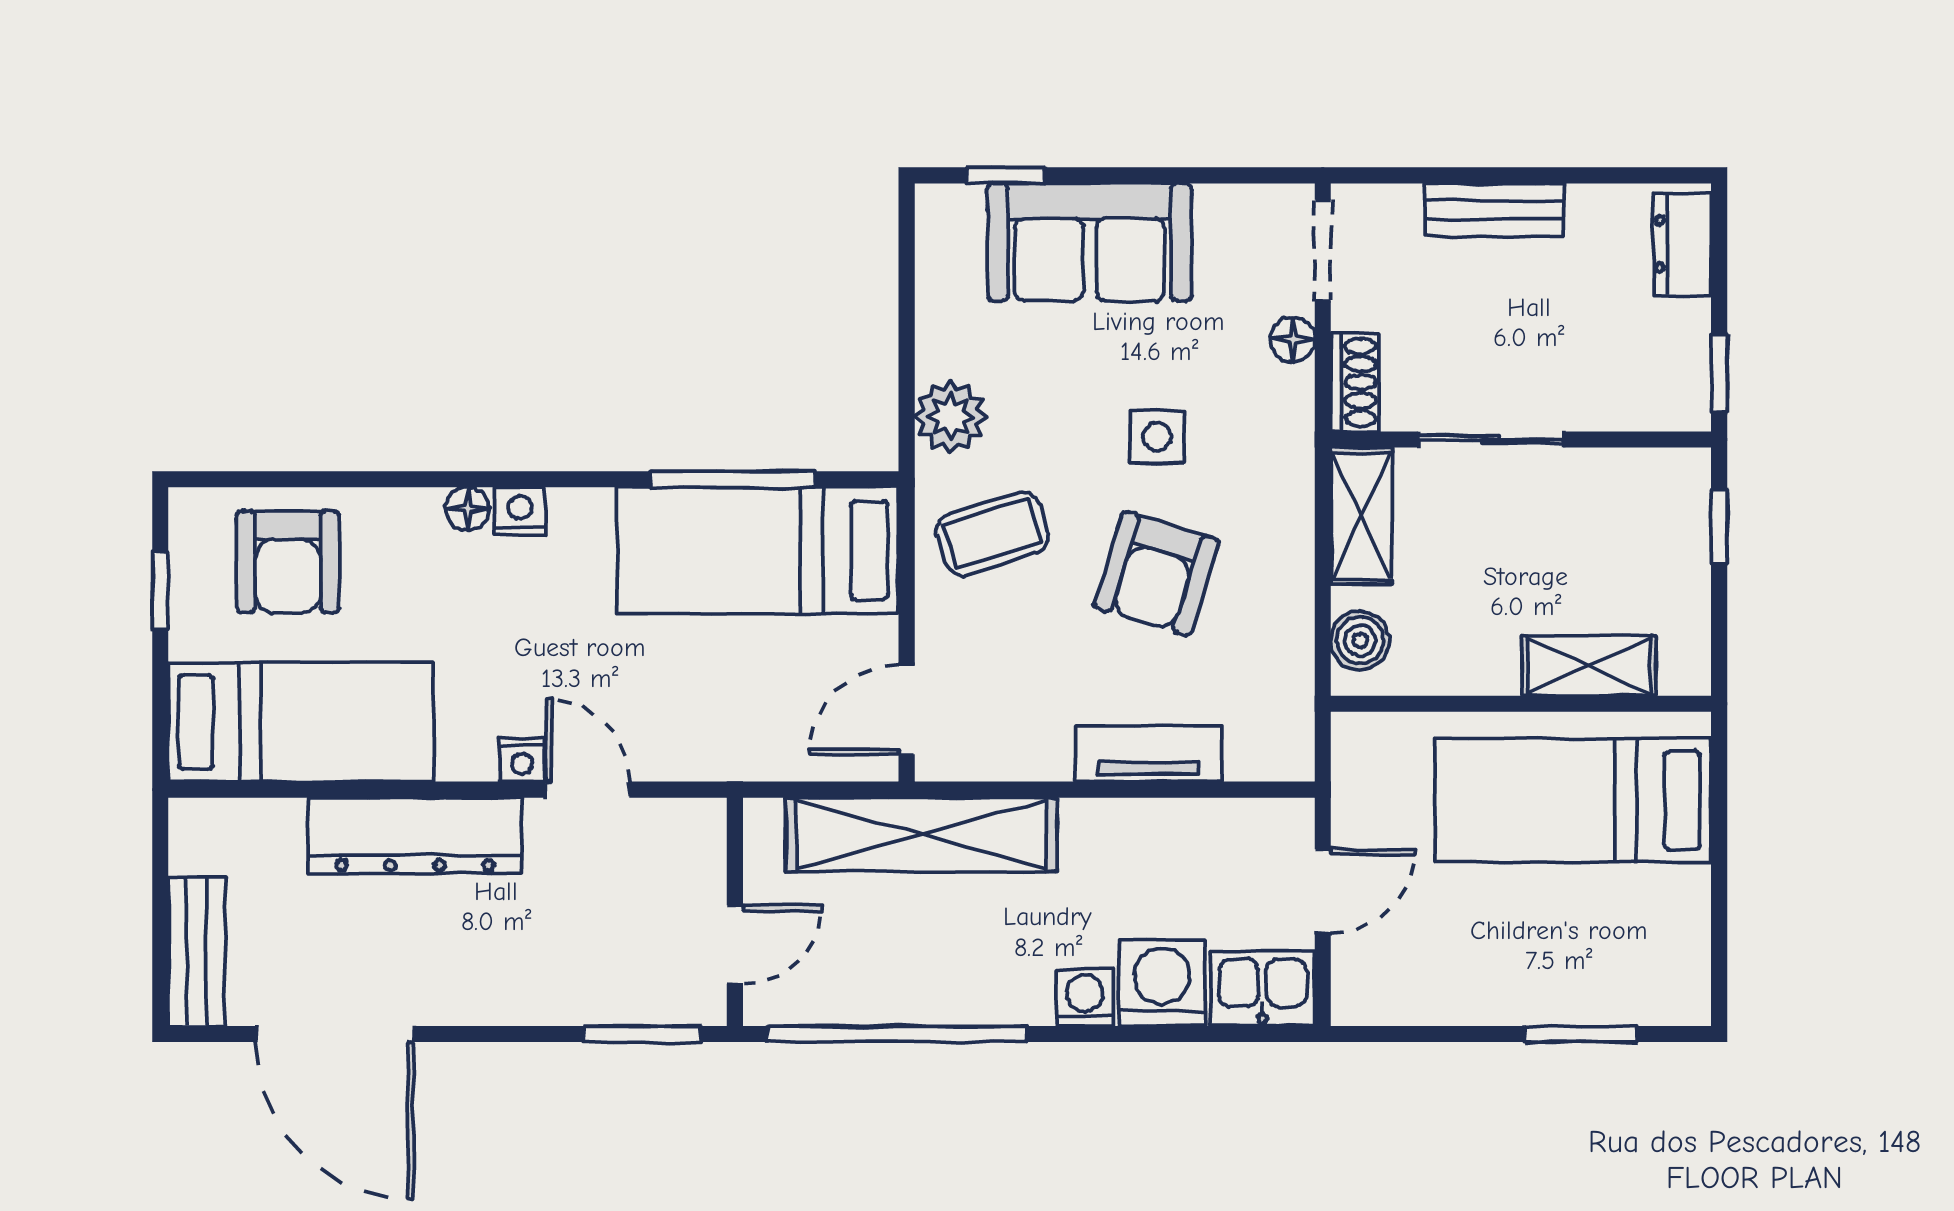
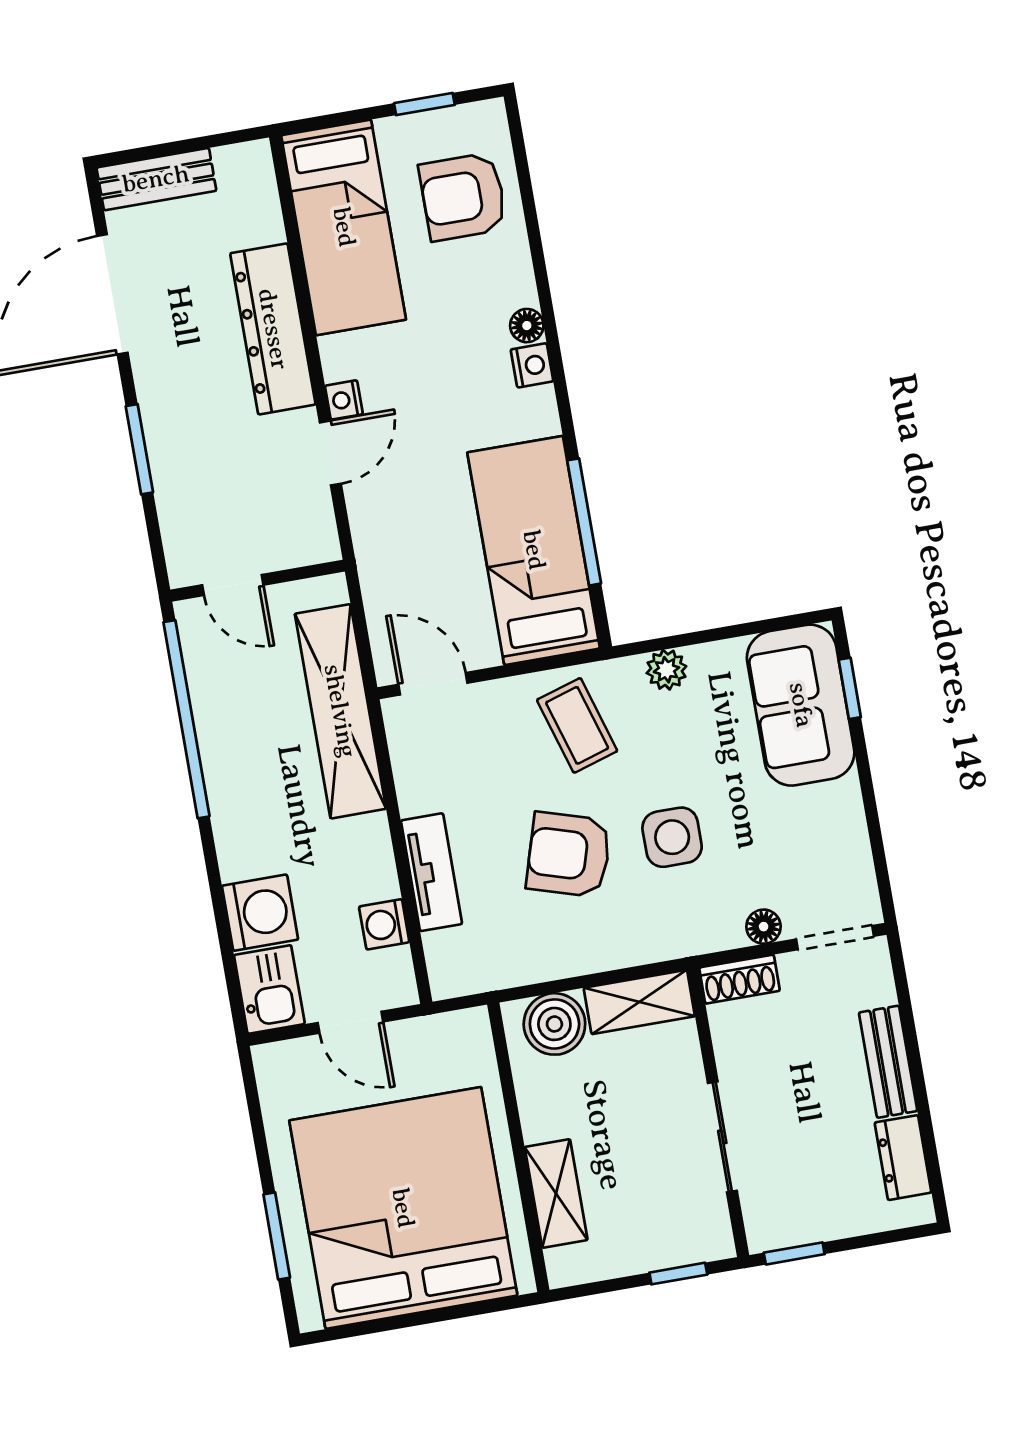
sofa: (1090, 242) -> (801, 705), moved
dresser: (1682, 244) -> (903, 1158), moved, turned -90
plant: (951, 416) -> (666, 670), width x0.73, depth x0.73
side table: (1157, 437) -> (672, 837), width x1.37, depth x1.37
sliding door: (1491, 440) -> (722, 1137), moved
boiler: (1360, 640) -> (554, 1024), width x1.36, depth x1.36
bed: (1573, 800) -> (403, 1208), width x2.04
washing machine: (1085, 998) -> (384, 924), moved, turned 180
window: (642, 1034) -> (139, 449), moved

